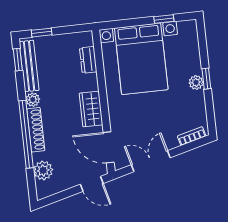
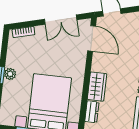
wardrobe: (91, 109) -> (97, 87), moved

